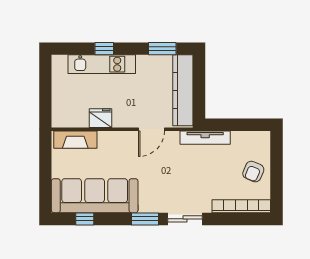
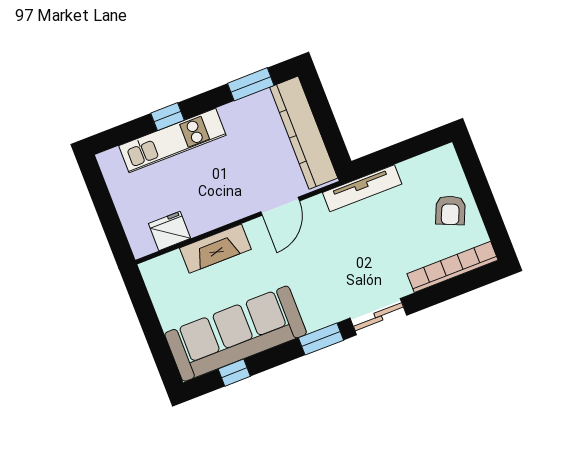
fridge: (101, 118) -> (170, 231), moved
fireplace: (75, 140) -> (215, 249), moved

